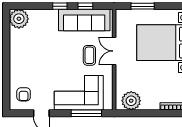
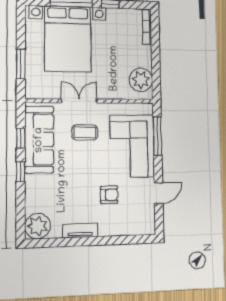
tv unit: (14, 51) -> (80, 231), added
double door: (114, 51) -> (79, 101), swing flipped
armchair: (24, 94) -> (109, 195), moved

